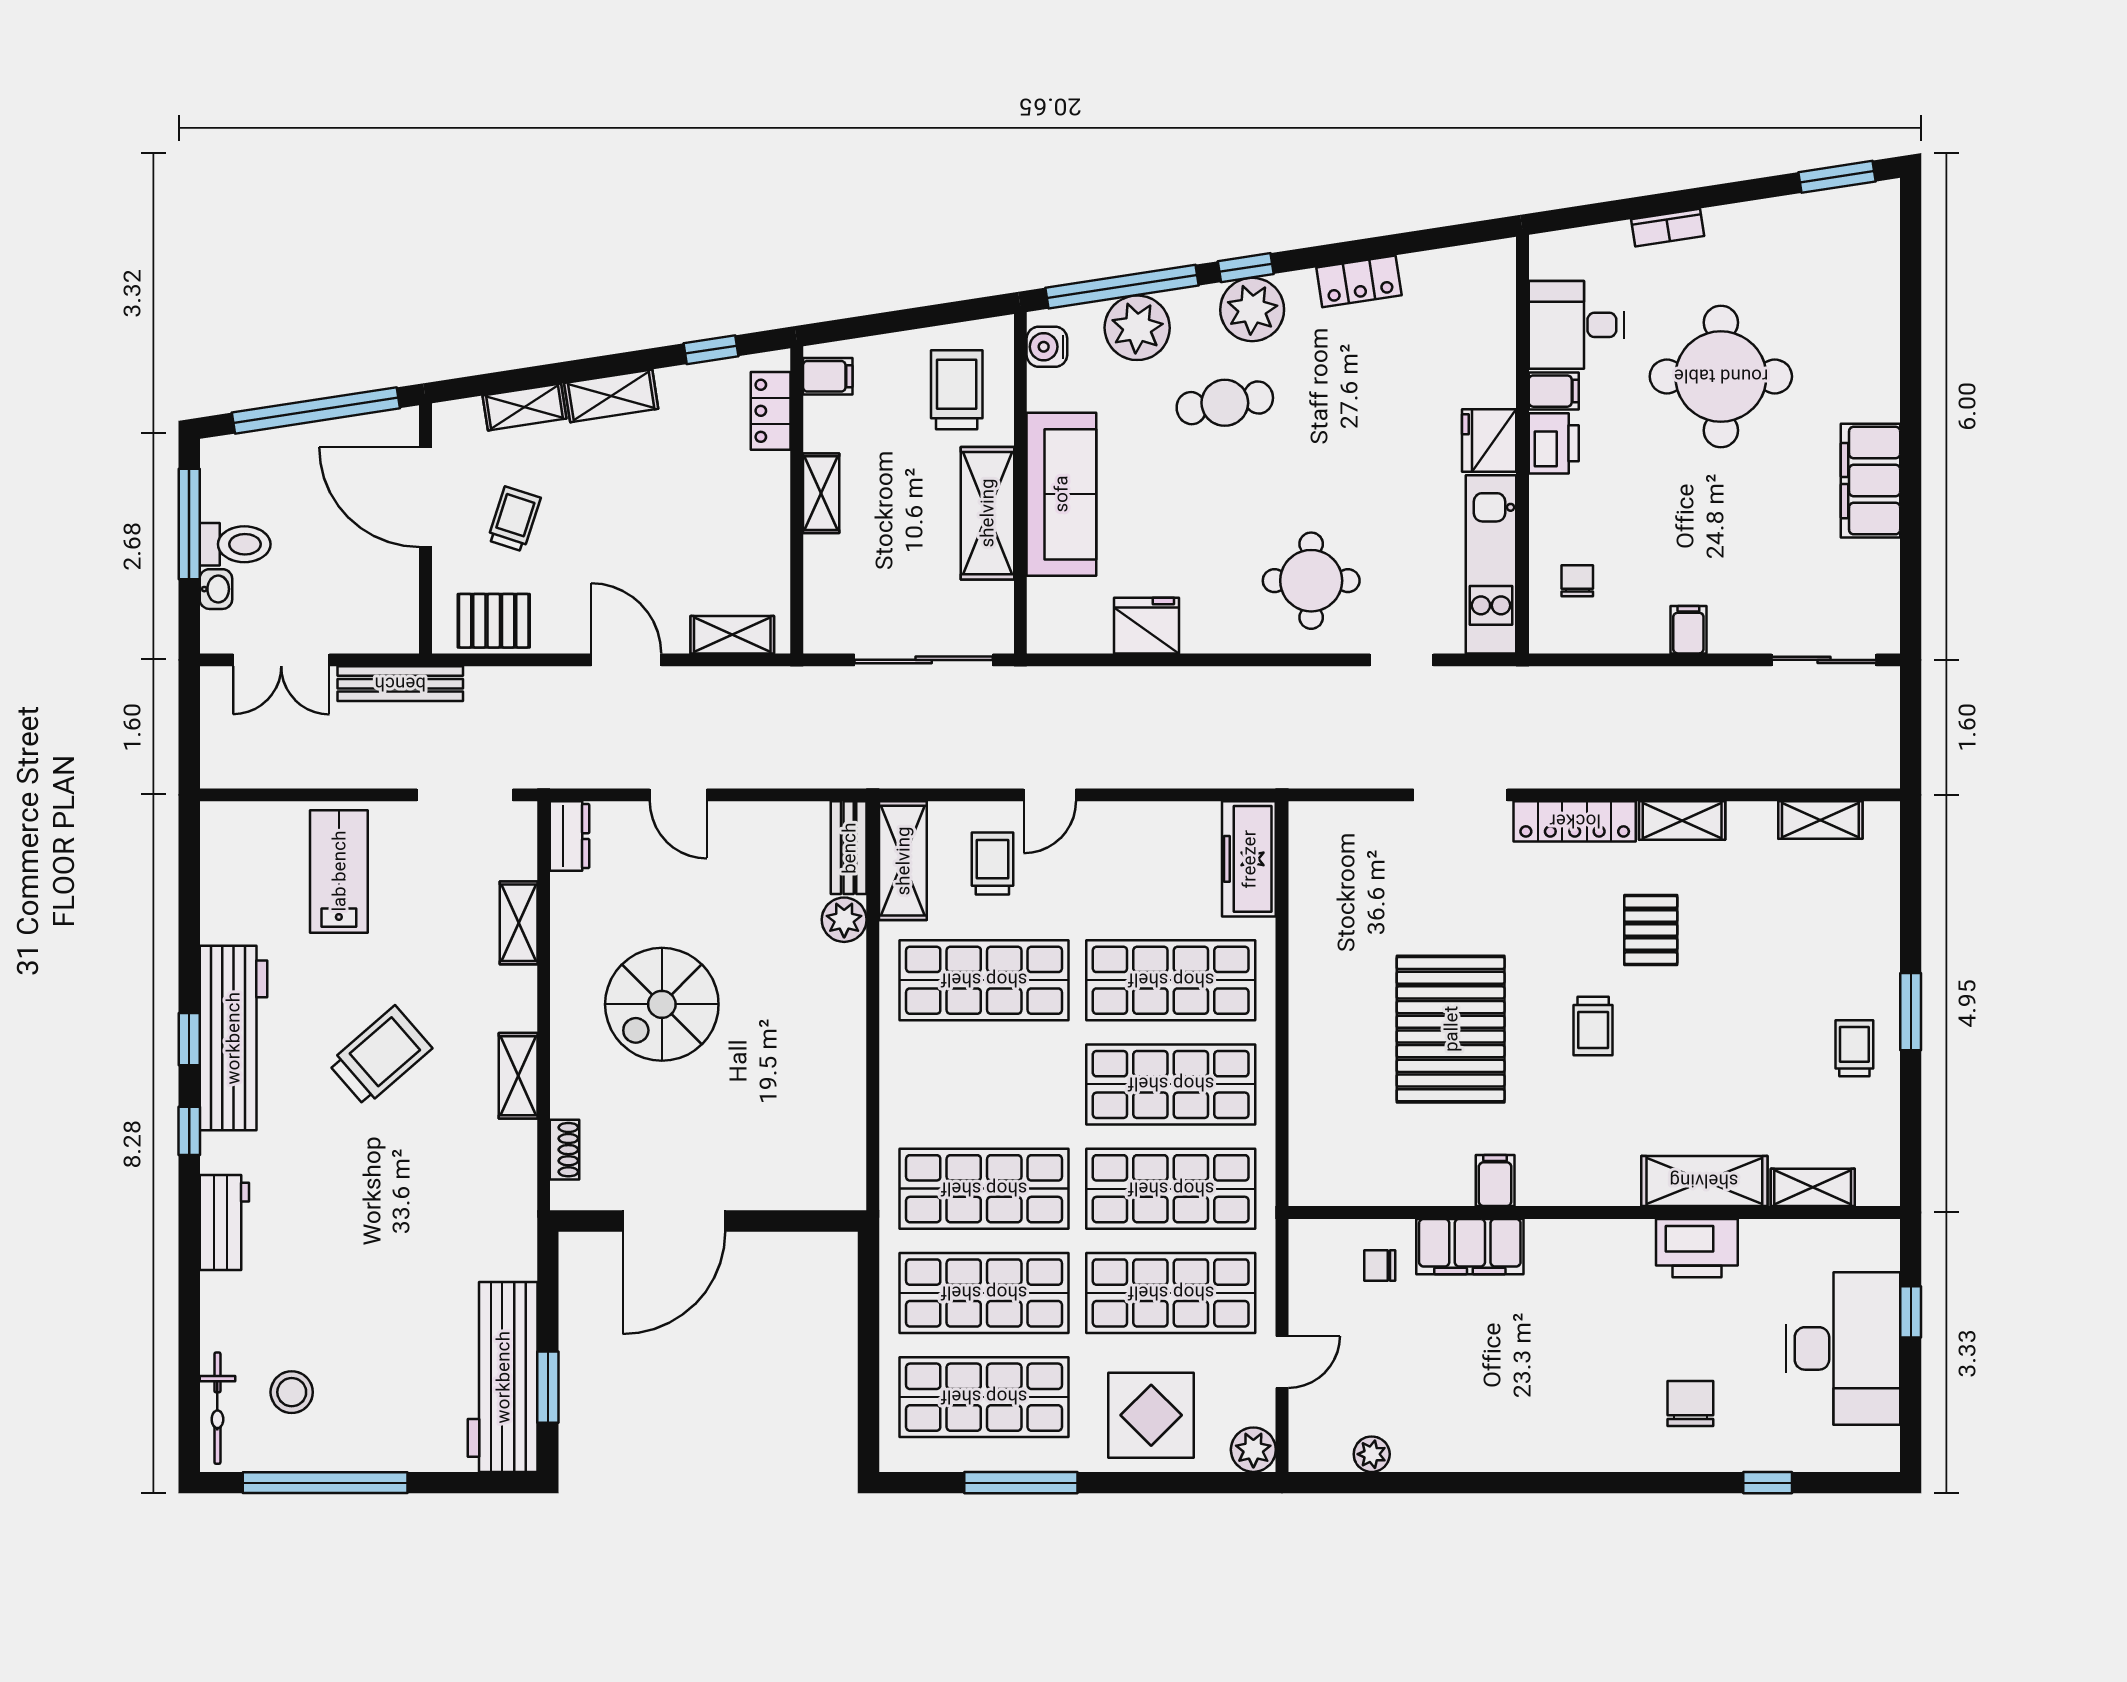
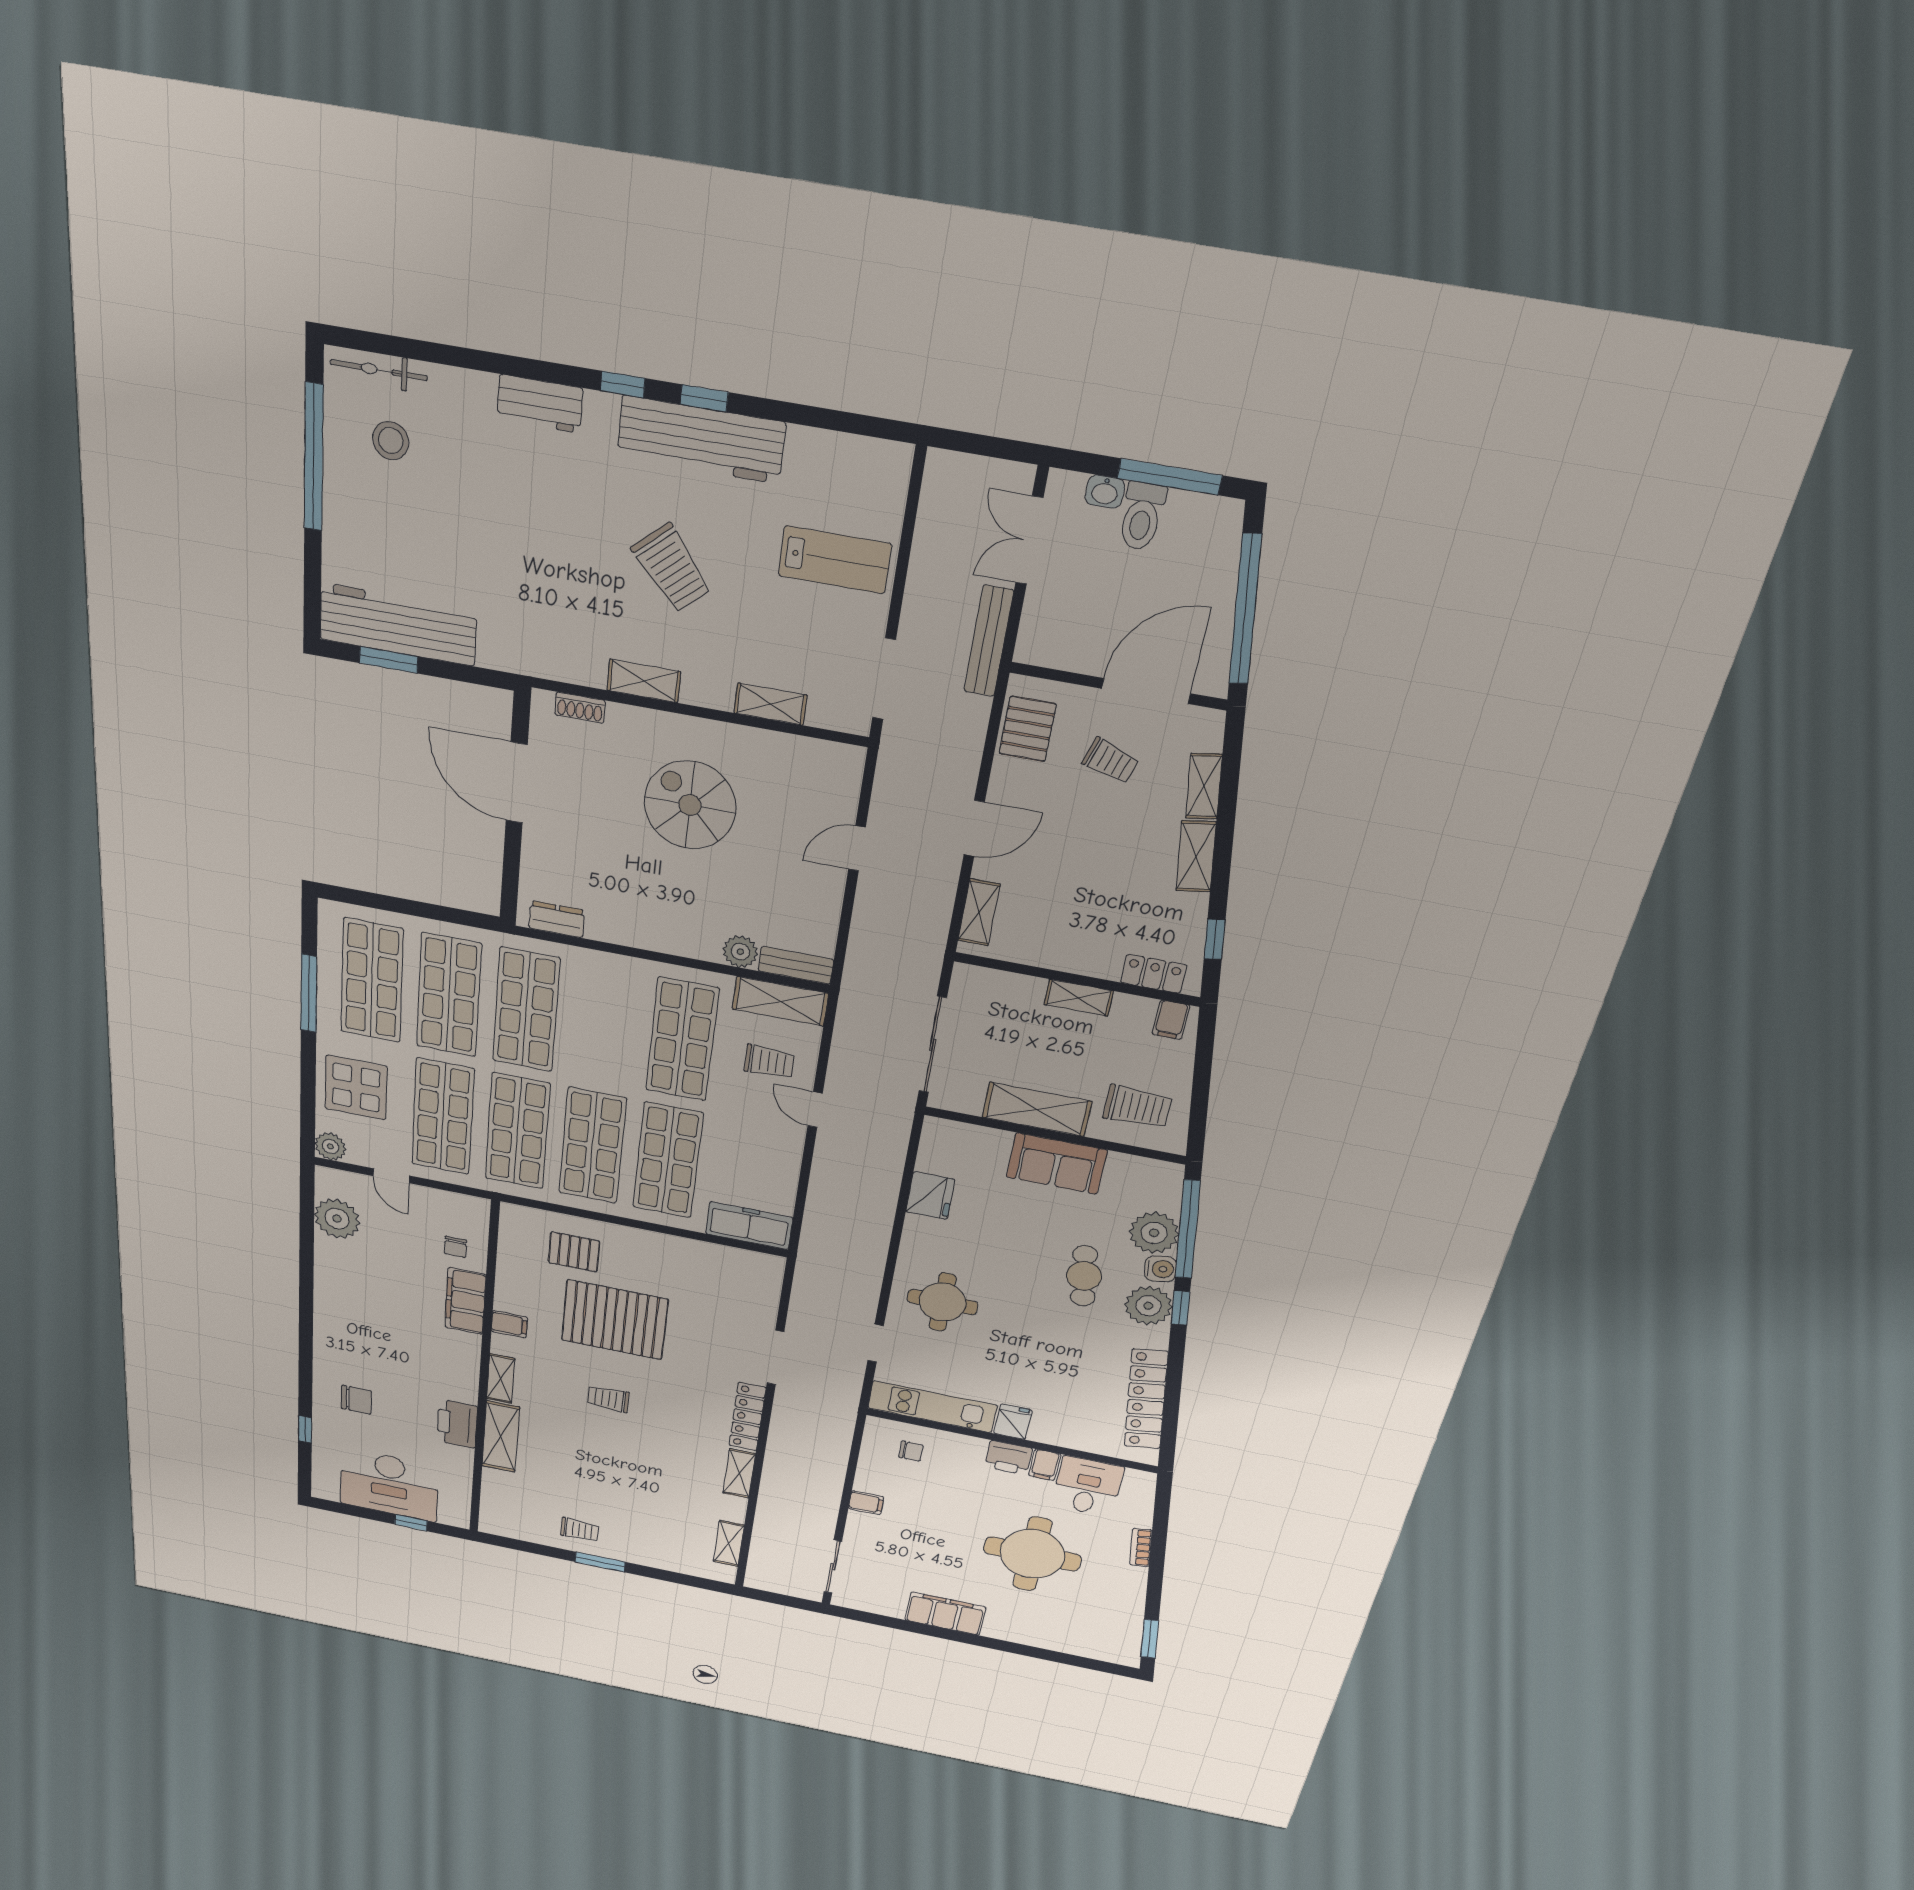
locker: (1359, 281) -> (1146, 1399), width x2.16, depth x1.21
water cooler: (1047, 347) -> (1160, 1269), moved, turned 81
fridge: (1489, 441) -> (1013, 1422), width x0.72
sofa: (1061, 494) -> (1057, 1164), width x0.73
dresser: (570, 836) -> (557, 919), moved, turned 180
pallet: (1651, 930) -> (574, 1252), moved
shelving: (1813, 1187) -> (501, 1379), moved
chair: (1380, 1266) -> (455, 1247), turned 180
plant: (1372, 1454) -> (337, 1219), width x1.87, depth x1.87

